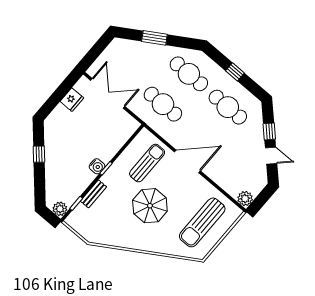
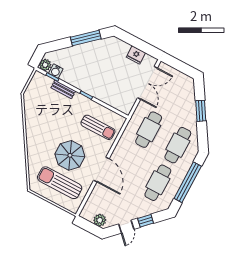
window: (235, 72) -> (188, 182), width x3.17
window: (39, 154) -> (86, 38), width x2.17
door: (187, 161) -> (101, 169), moved
water cooler: (97, 166) -> (56, 71), moved
plant: (245, 199) -> (100, 220), moved
parasol: (150, 206) -> (70, 155), moved

